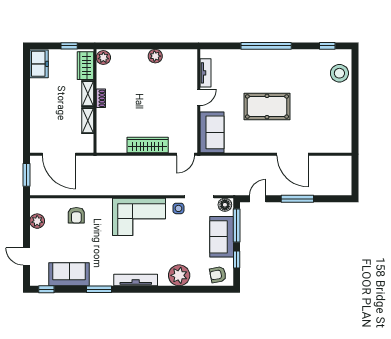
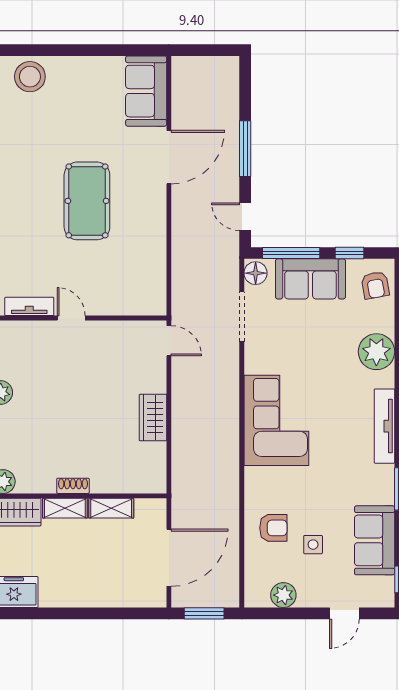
sofa: (212, 132) -> (146, 91), moved, turned -90
wardrobe: (148, 145) -> (153, 417), width x0.67
side table: (178, 208) -> (313, 545), moved

